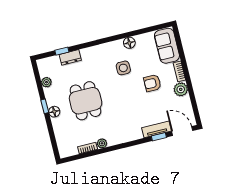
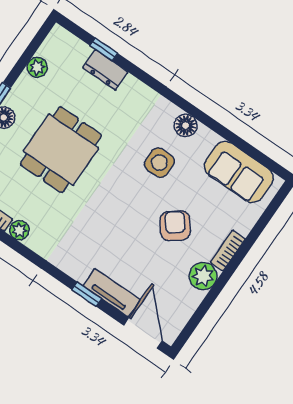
floor lamp: (129, 43) -> (186, 125), moved
sofa: (167, 46) -> (239, 172), moved, turned -90
armchair: (152, 83) -> (175, 226), turned 52
window: (159, 137) -> (87, 294), moved

